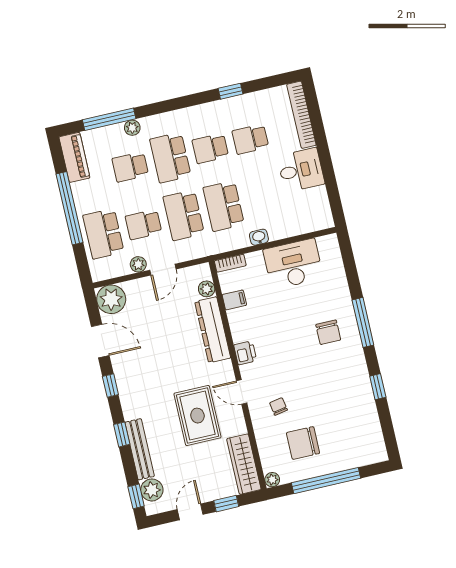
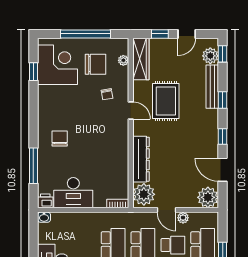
washbasin: (259, 237) -> (44, 217), moved
door: (163, 270) -> (166, 210), swing flipped
plant: (207, 289) -> (144, 194), width x1.87, depth x1.87
filing cabinet: (234, 300) -> (121, 177), removed
window: (363, 322) -> (33, 166), moved
printer: (245, 353) -> (45, 201), moved, turned 90
window: (378, 387) -> (33, 72), moved
corner desk: (354, 431) -> (57, 65), added
plant: (272, 480) -> (123, 60), moved

